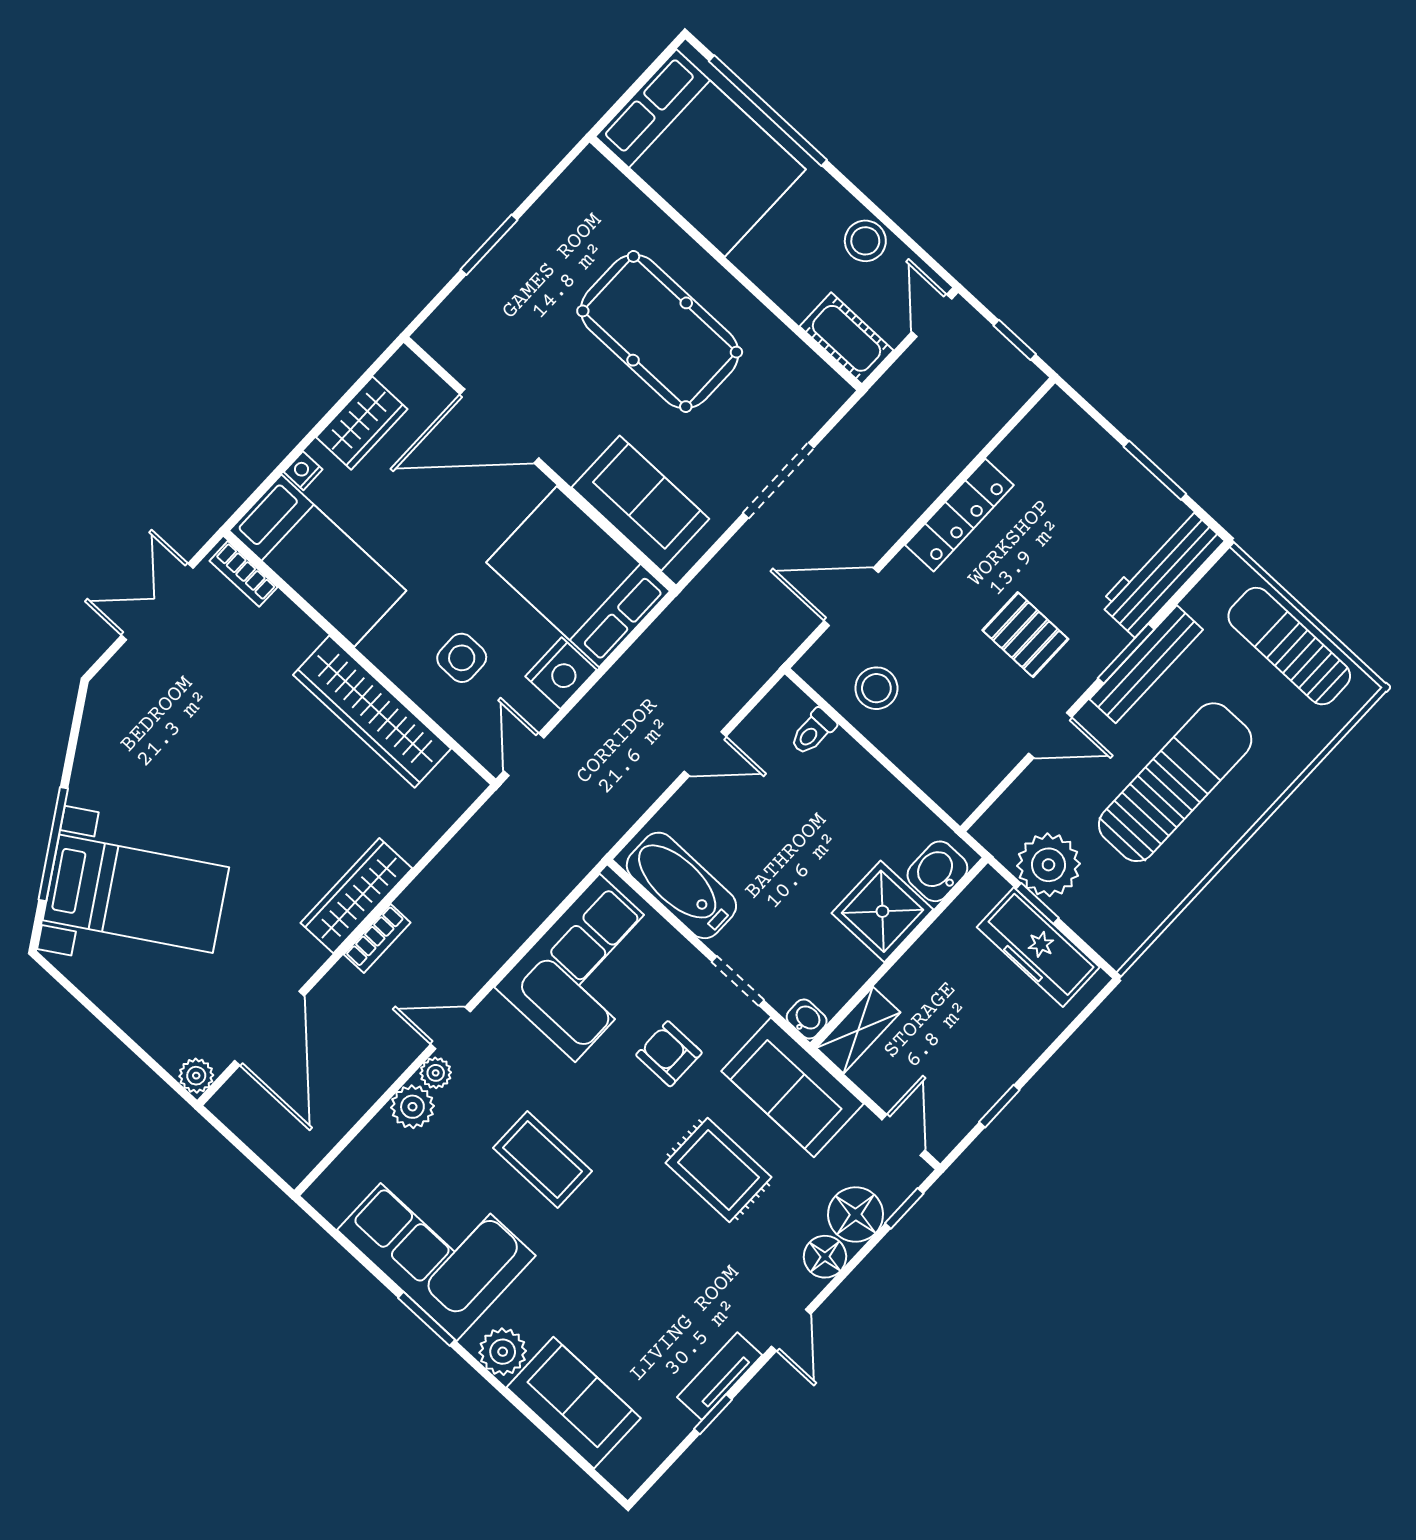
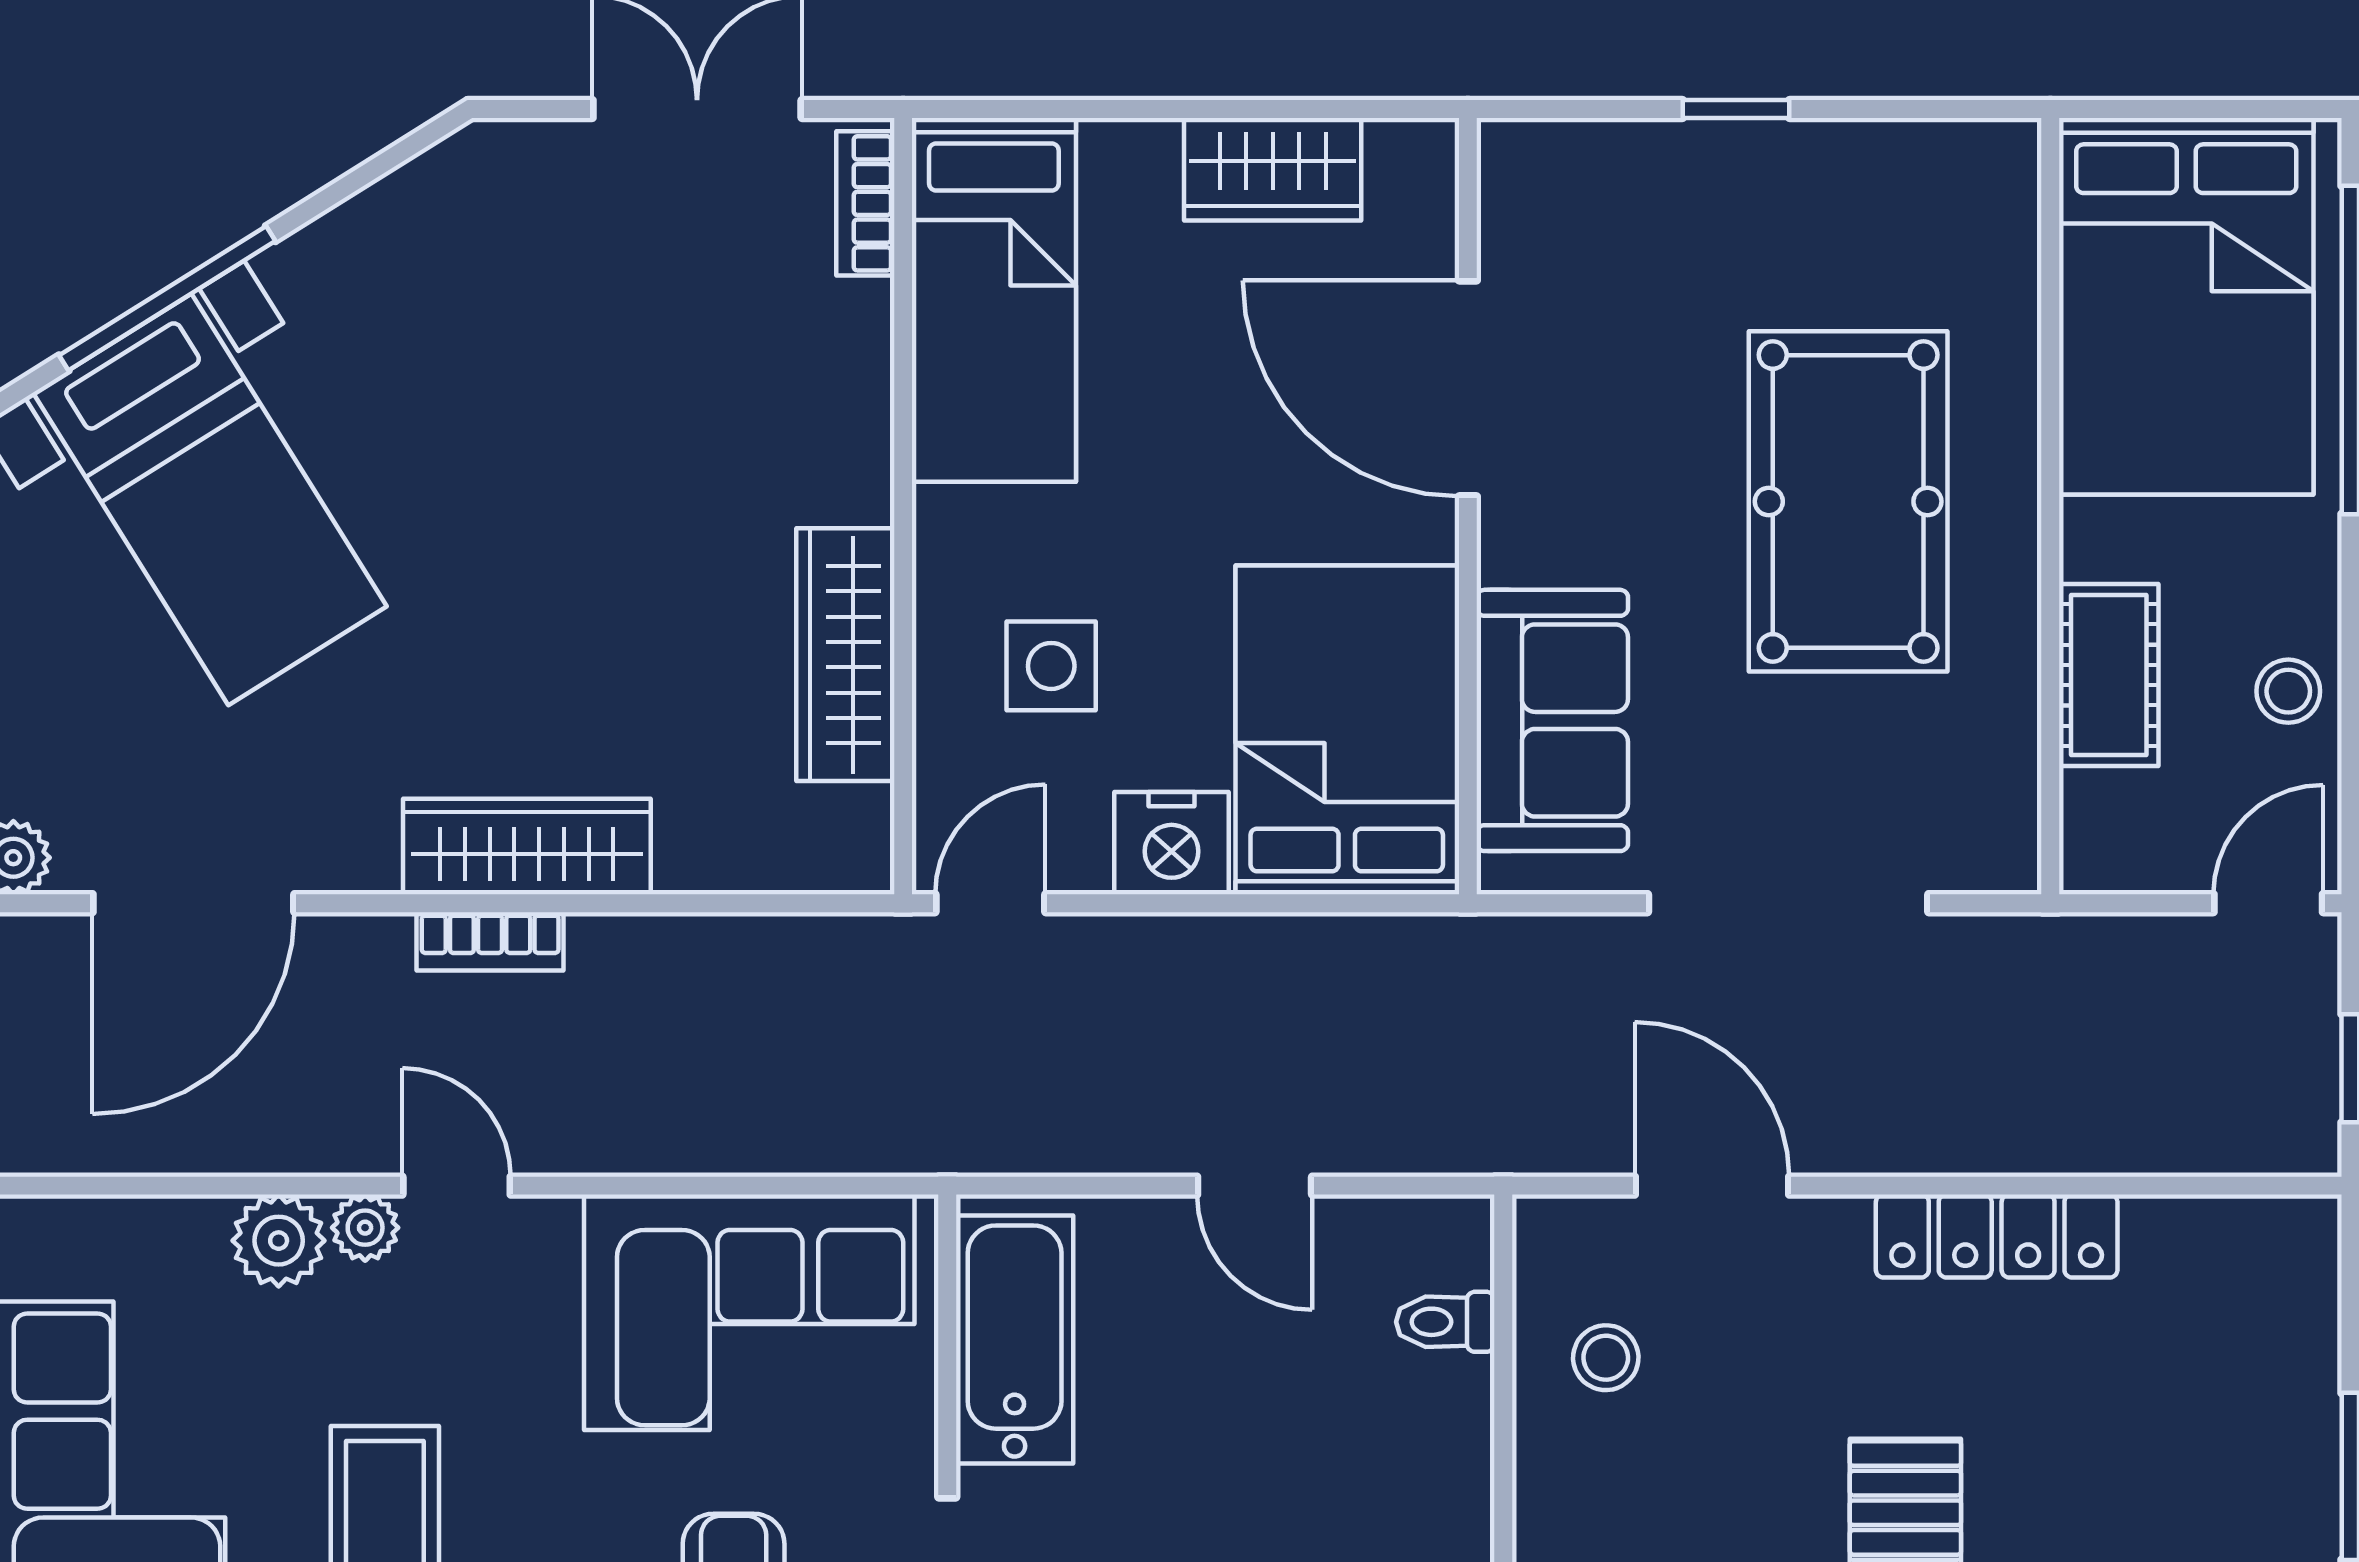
stool: (865, 241) -> (2288, 691), width x0.73, depth x0.73
window: (489, 245) -> (1736, 109), width x0.67
cot: (846, 338) -> (2109, 675), moved
nightstand: (303, 471) -> (1113, 147), removed
doorway: (778, 480) -> (1788, 903), width x1.36
stool: (876, 688) -> (1606, 1358), width x0.73, depth x0.73
wardrobe: (372, 712) -> (845, 655), width x0.71, depth x0.85

